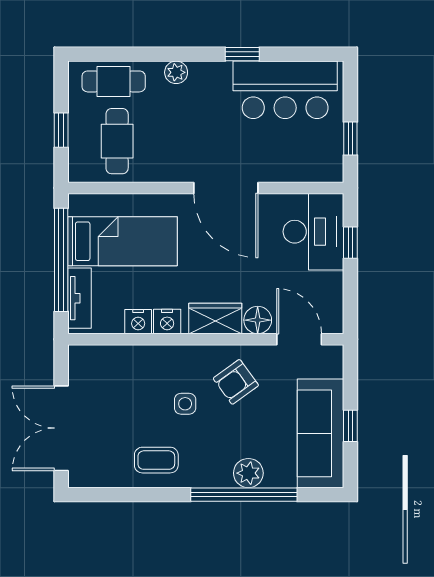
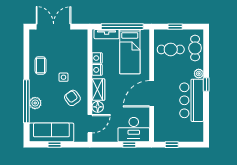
window: (242, 54) -> (206, 84), moved
bar counter: (285, 90) -> (192, 100), moved

